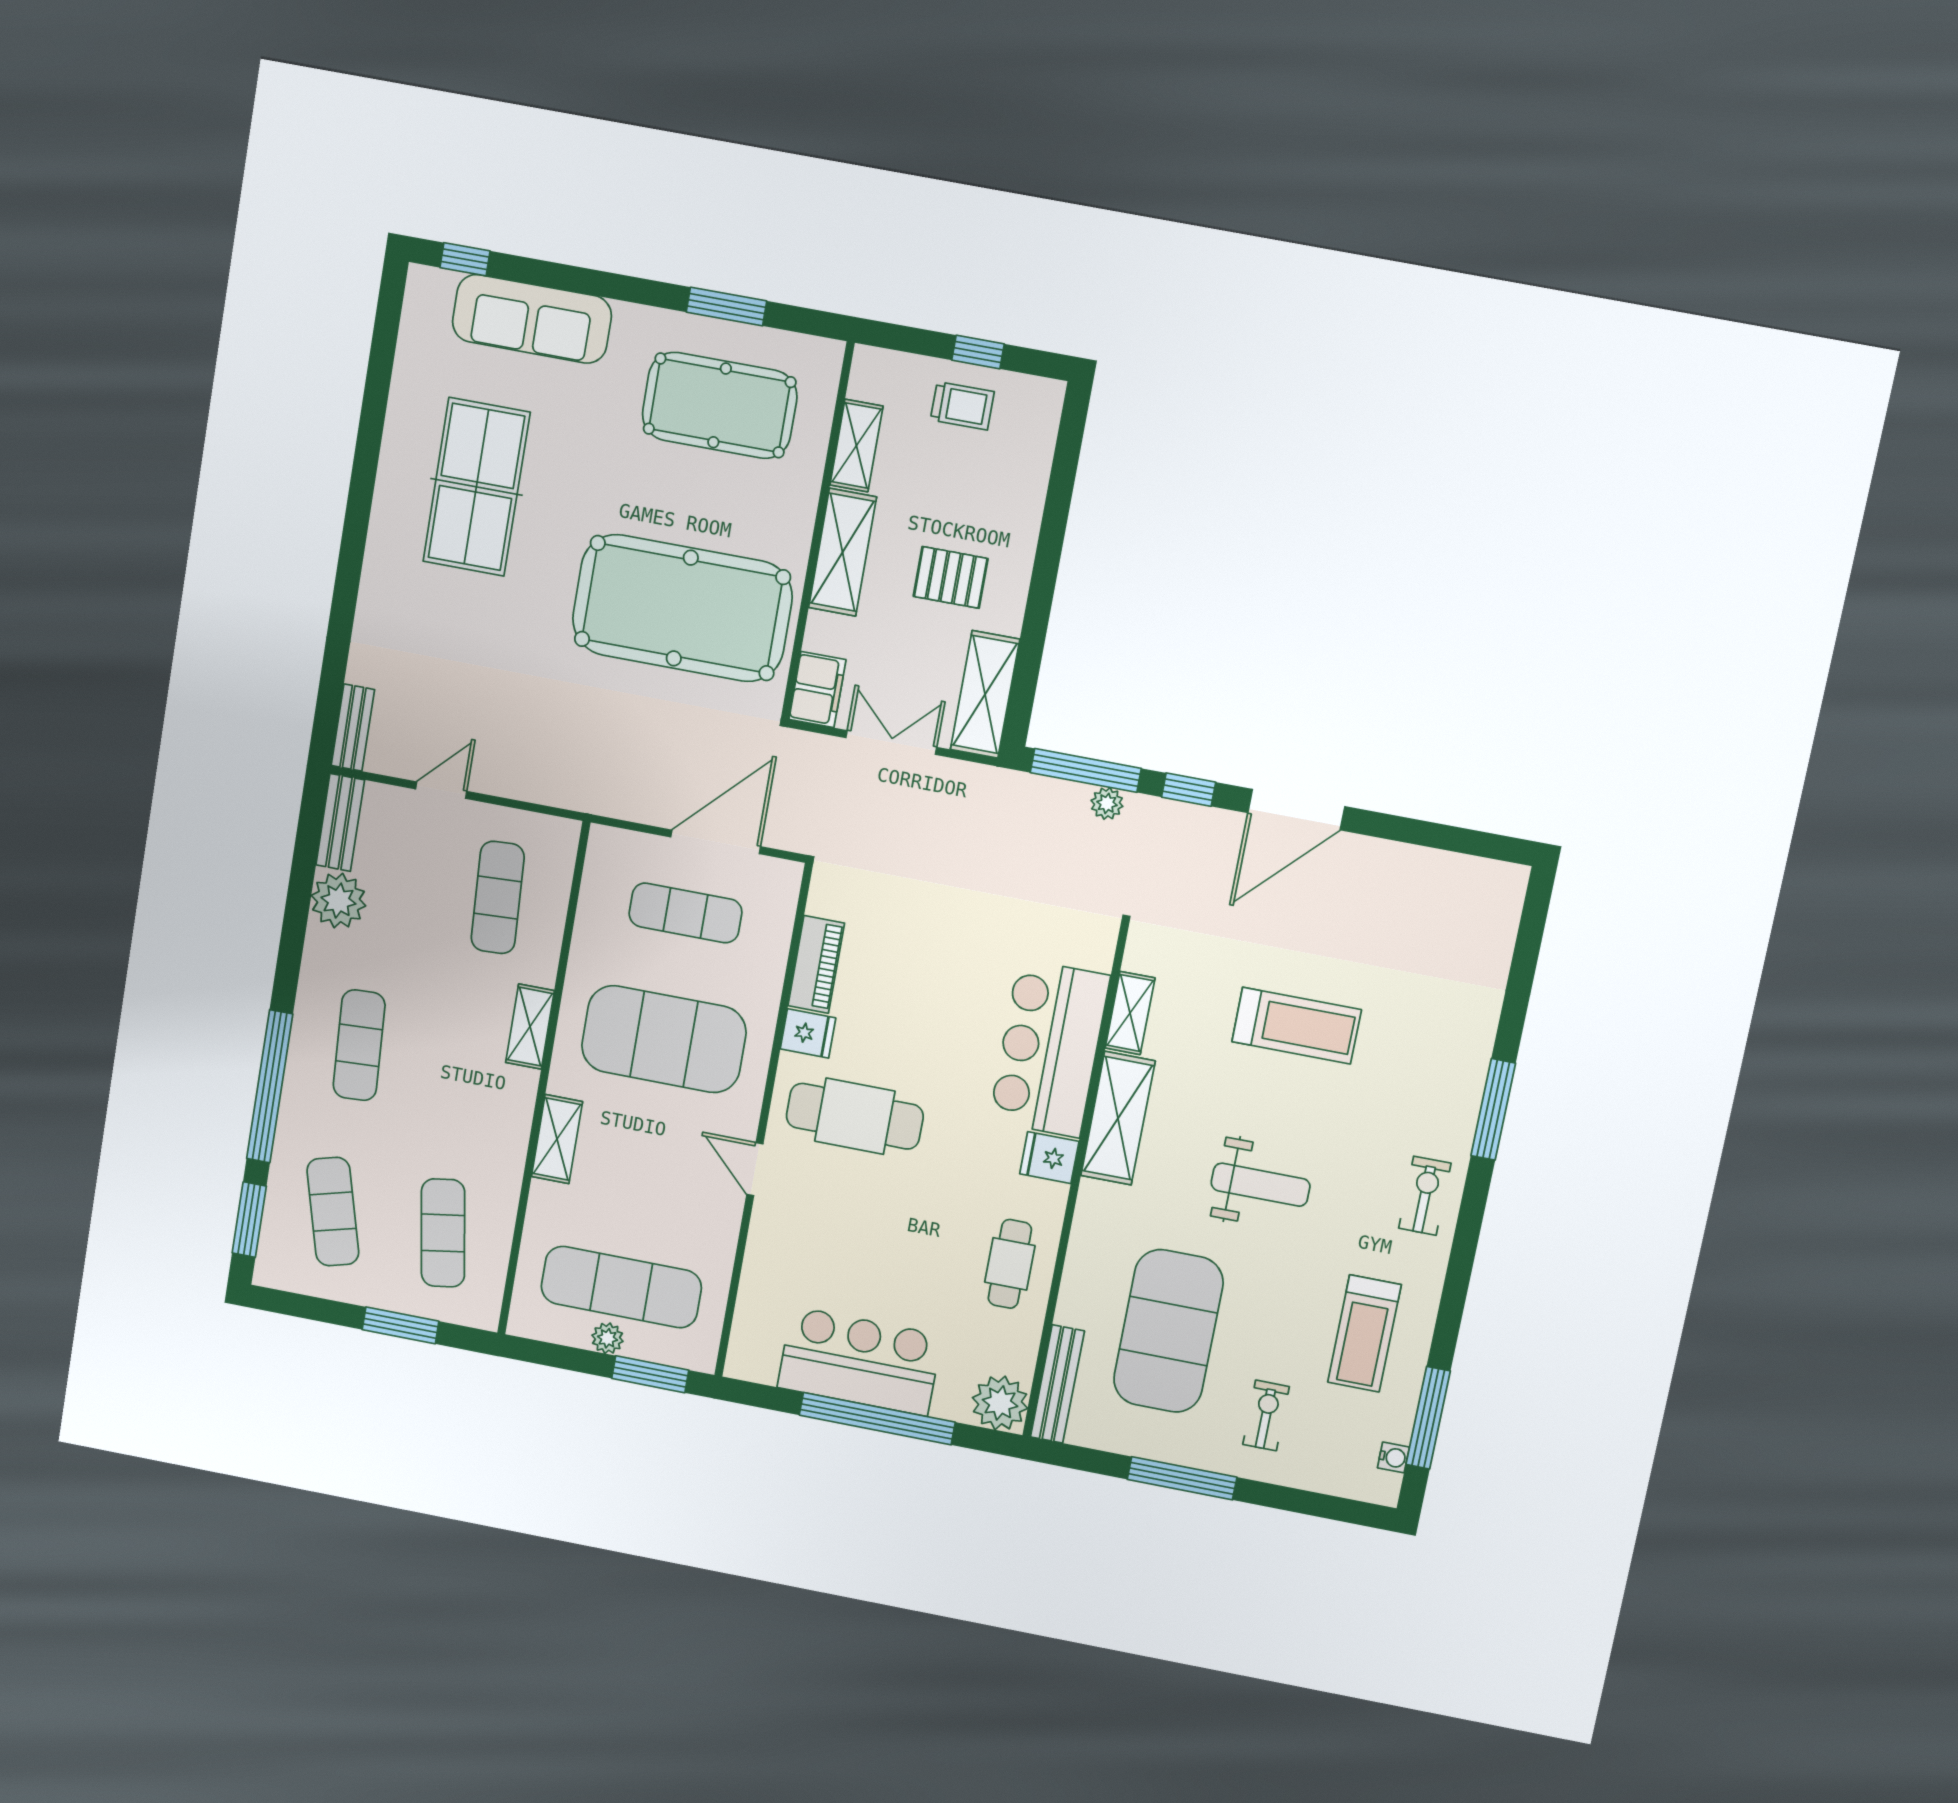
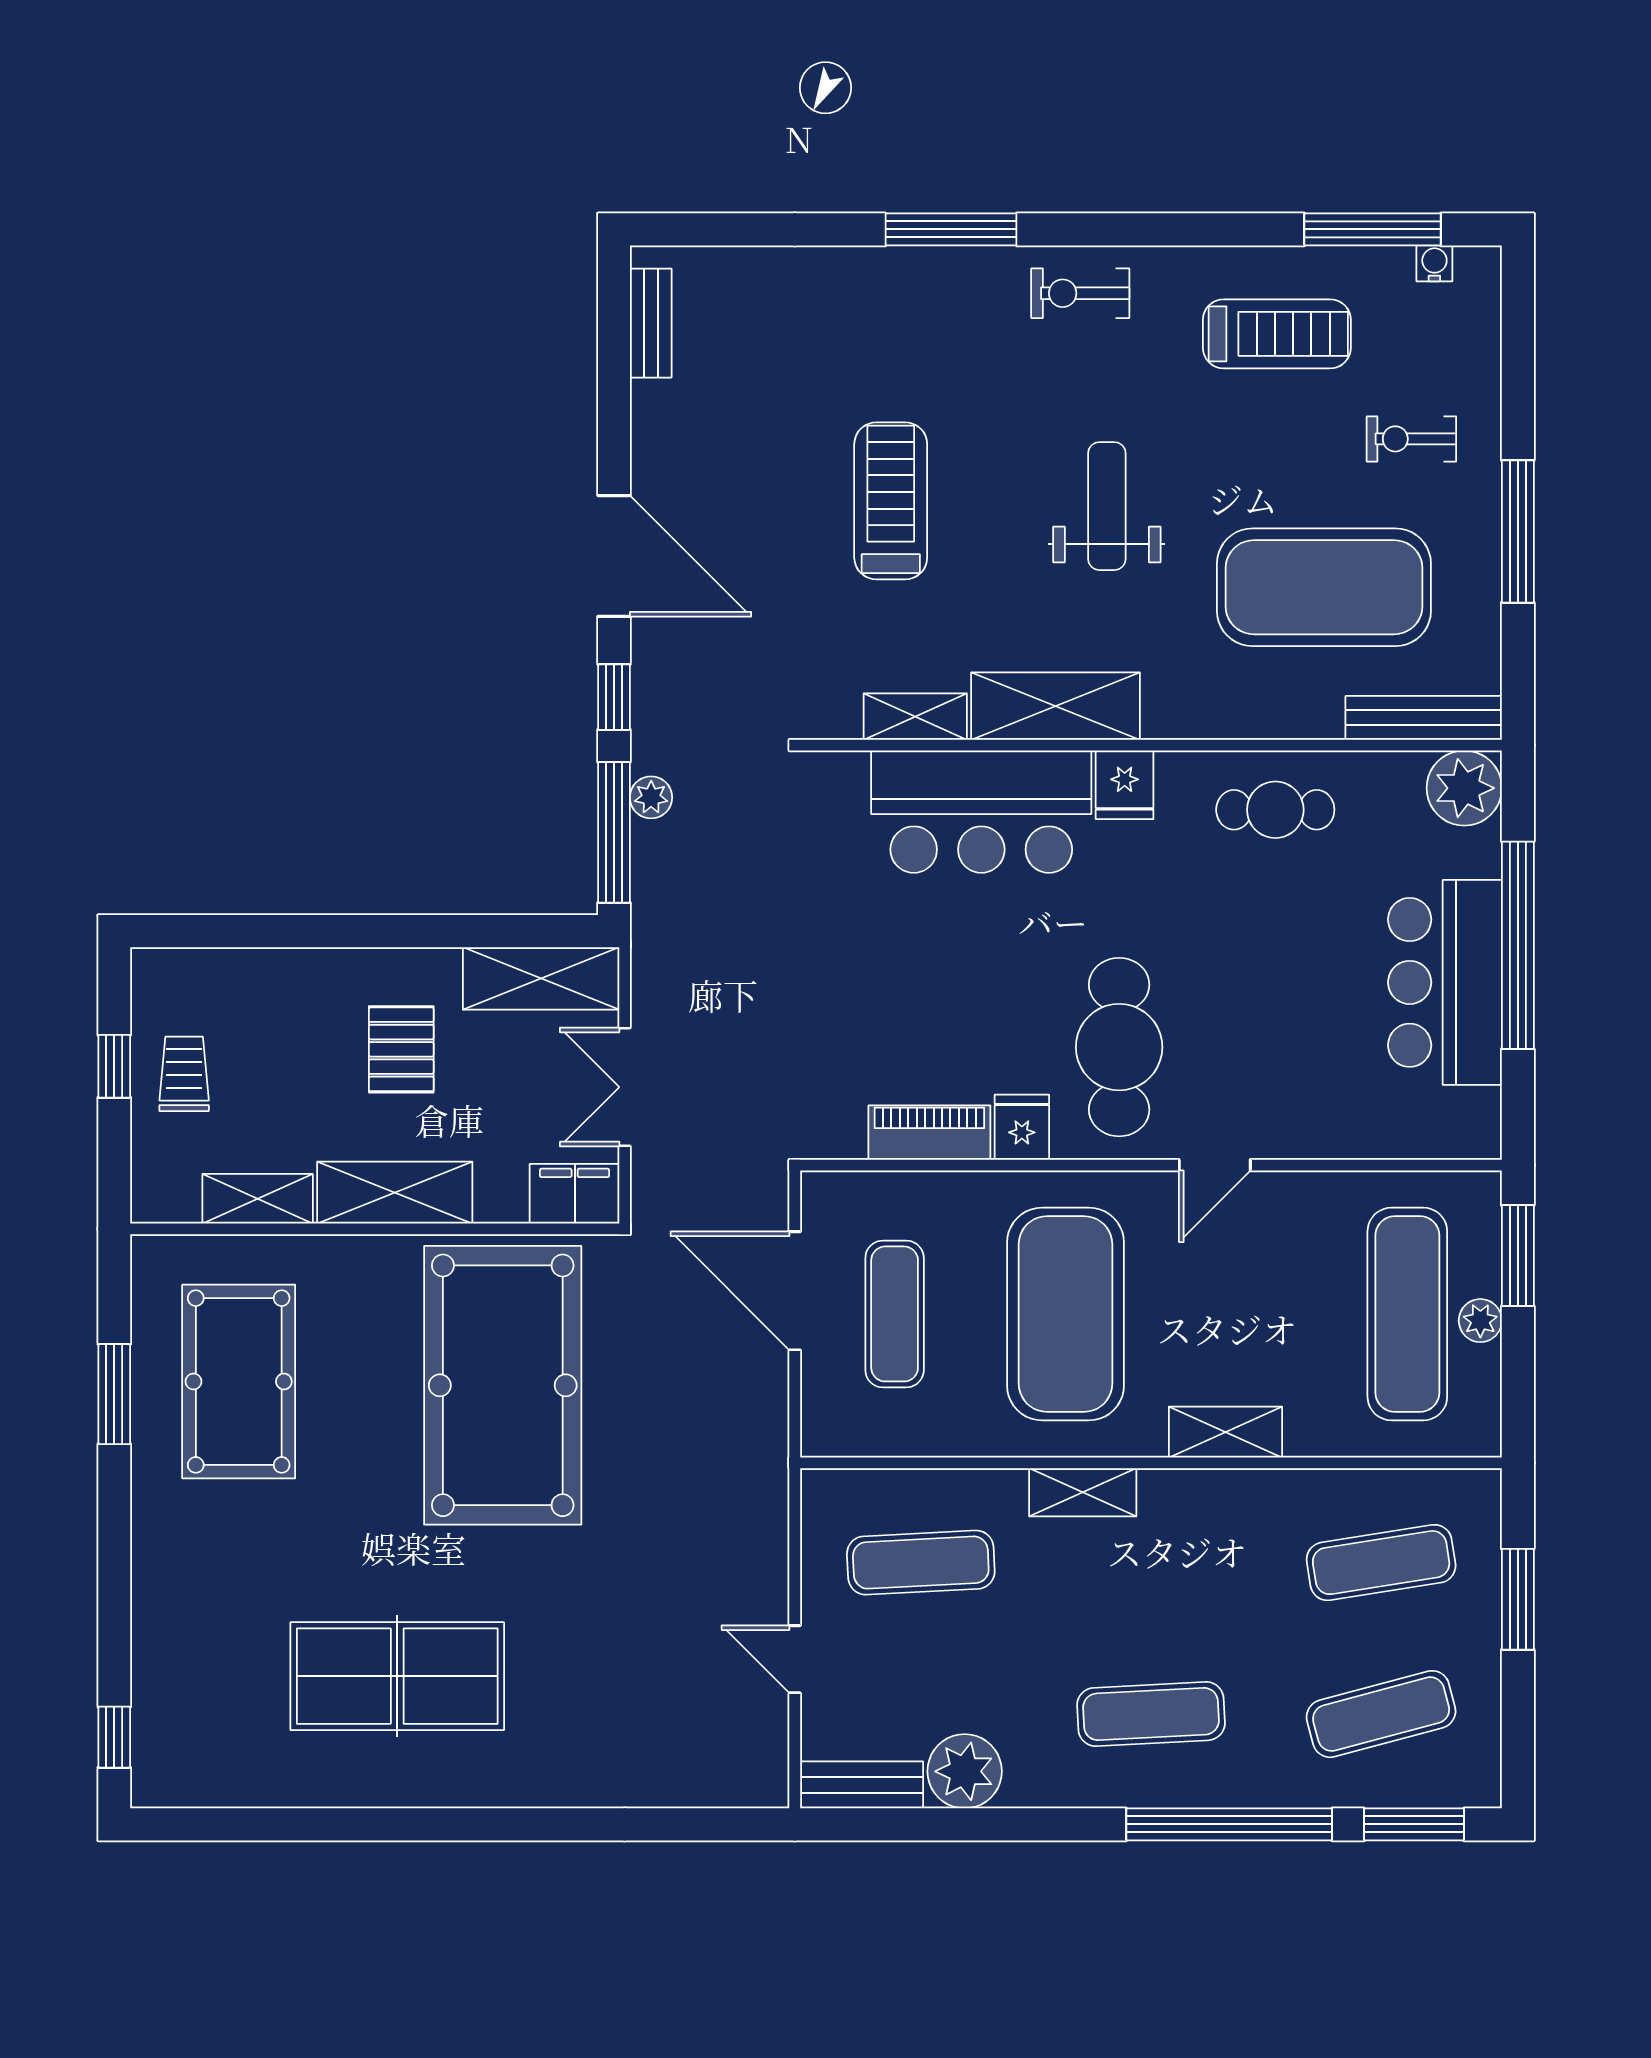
sofa: (532, 319) -> (173, 1639), removed
bench: (353, 728) -> (651, 323), moved, turned 90

